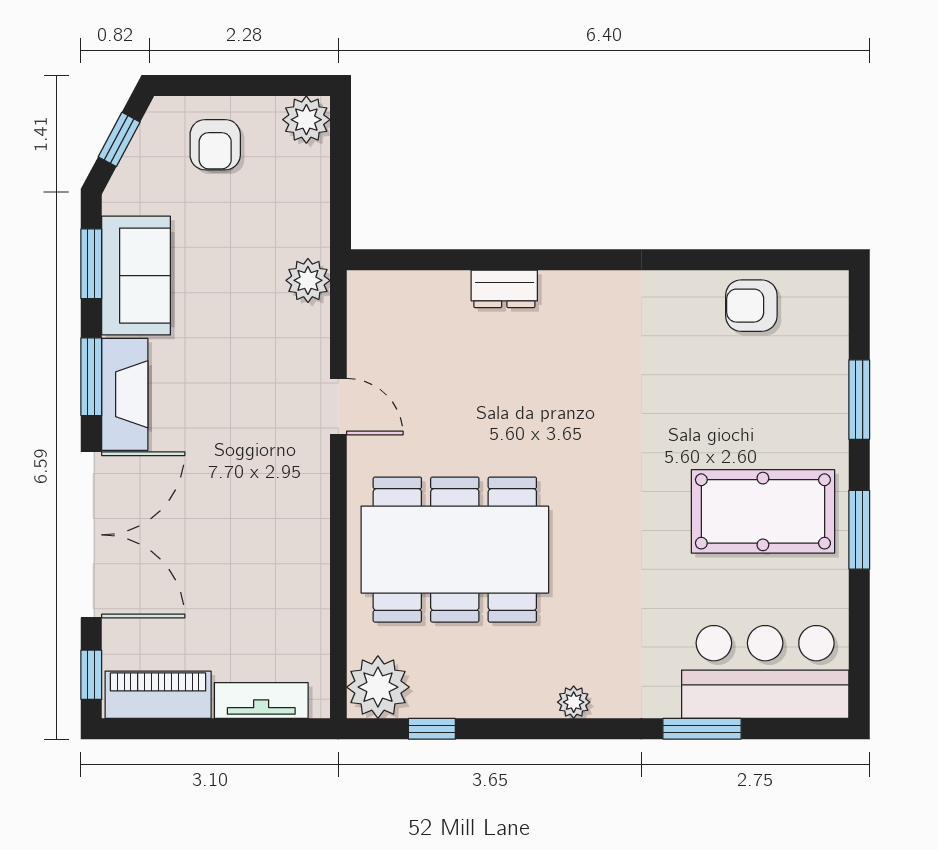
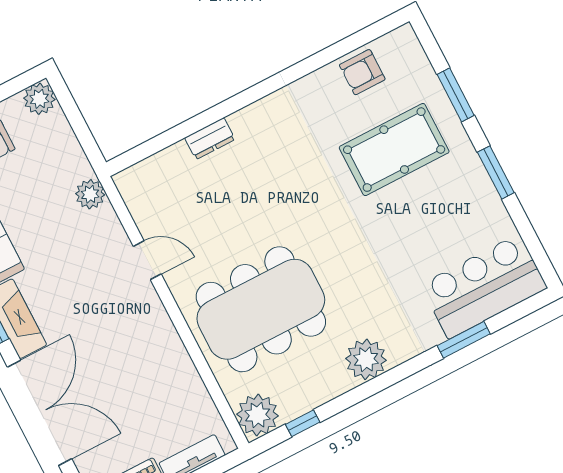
pool table: (763, 511) -> (394, 150), moved
plant: (574, 702) -> (366, 359), width x1.87, depth x1.87

